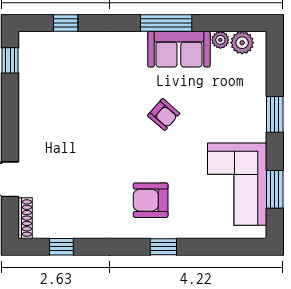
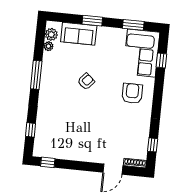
sofa: (179, 49) -> (79, 34), moved, turned 90
corner sofa: (237, 184) -> (141, 53), moved, turned 90
armchair: (151, 200) -> (132, 93), turned 180
window: (163, 247) -> (161, 60), moved

